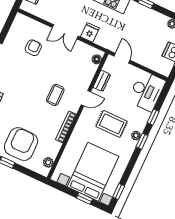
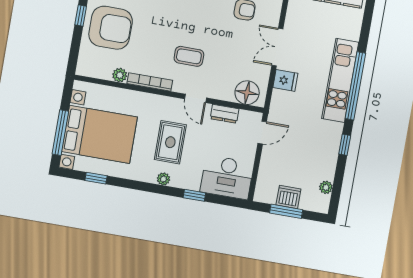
floor lamp: (97, 59) -> (247, 93), width x1.89, depth x1.89
window: (142, 141) -> (158, 189), removed
plant: (48, 162) -> (120, 75), moved
window: (119, 192) -> (96, 178), moved
window: (85, 198) -> (60, 133), width x2.17

